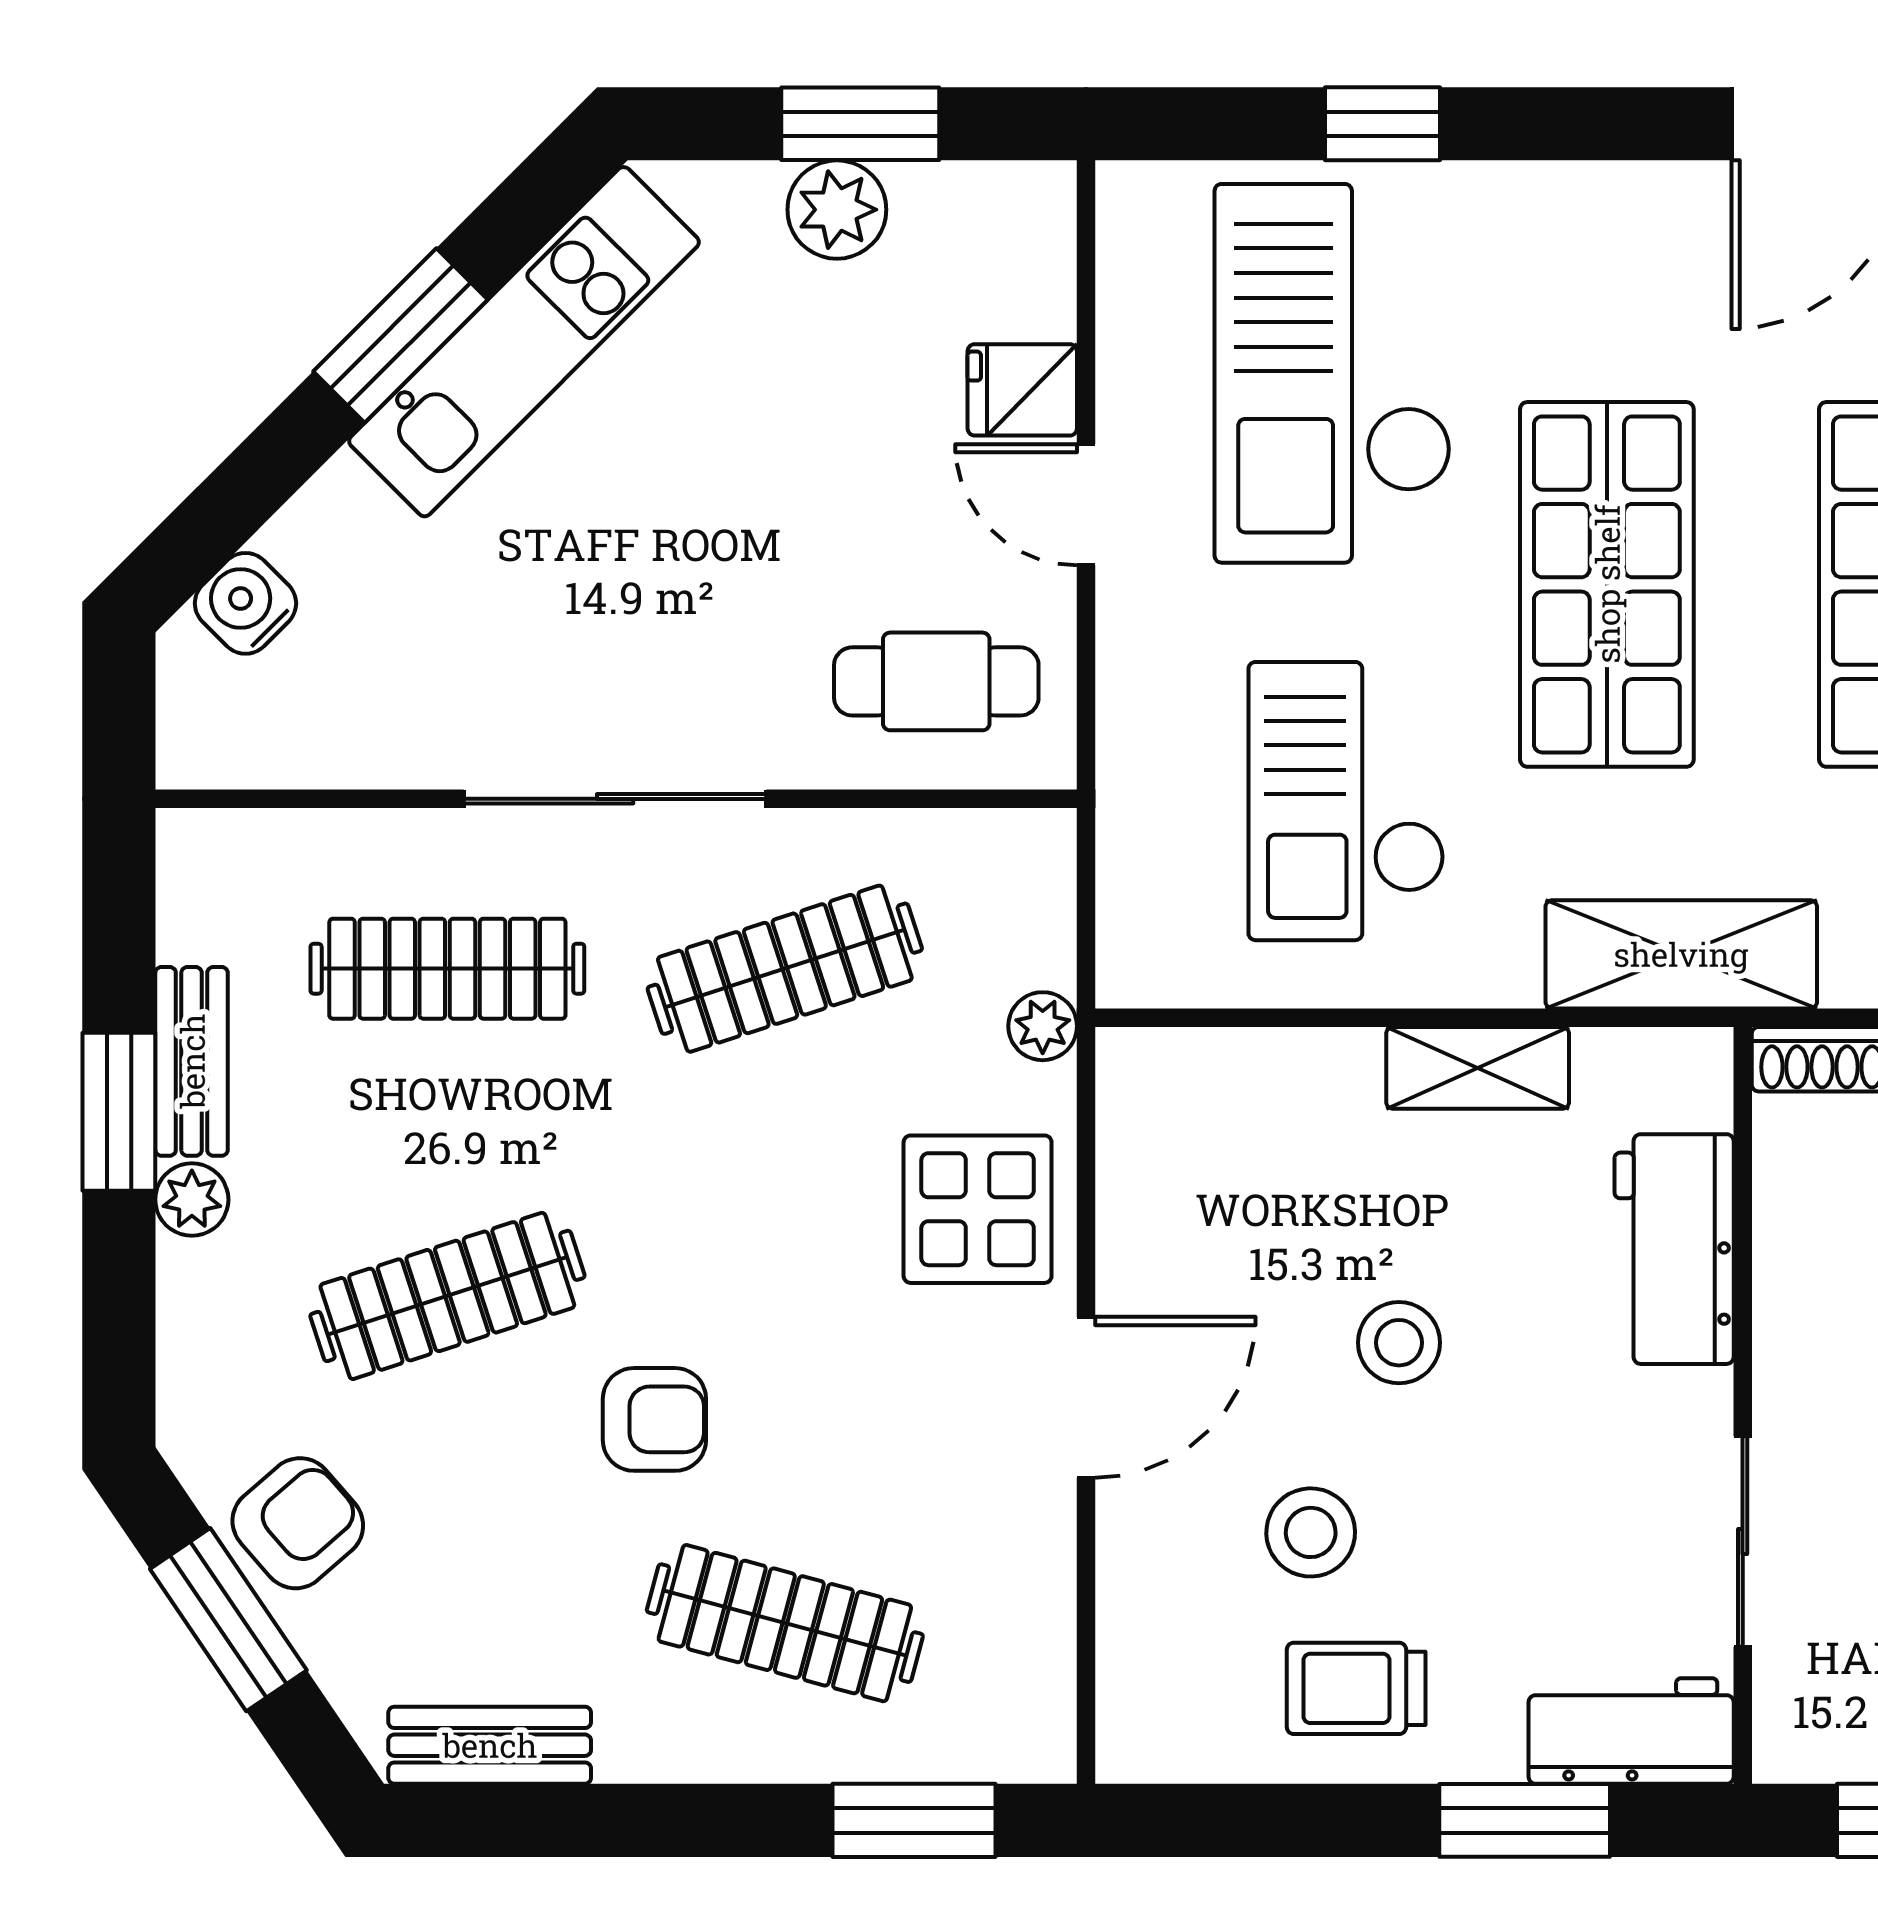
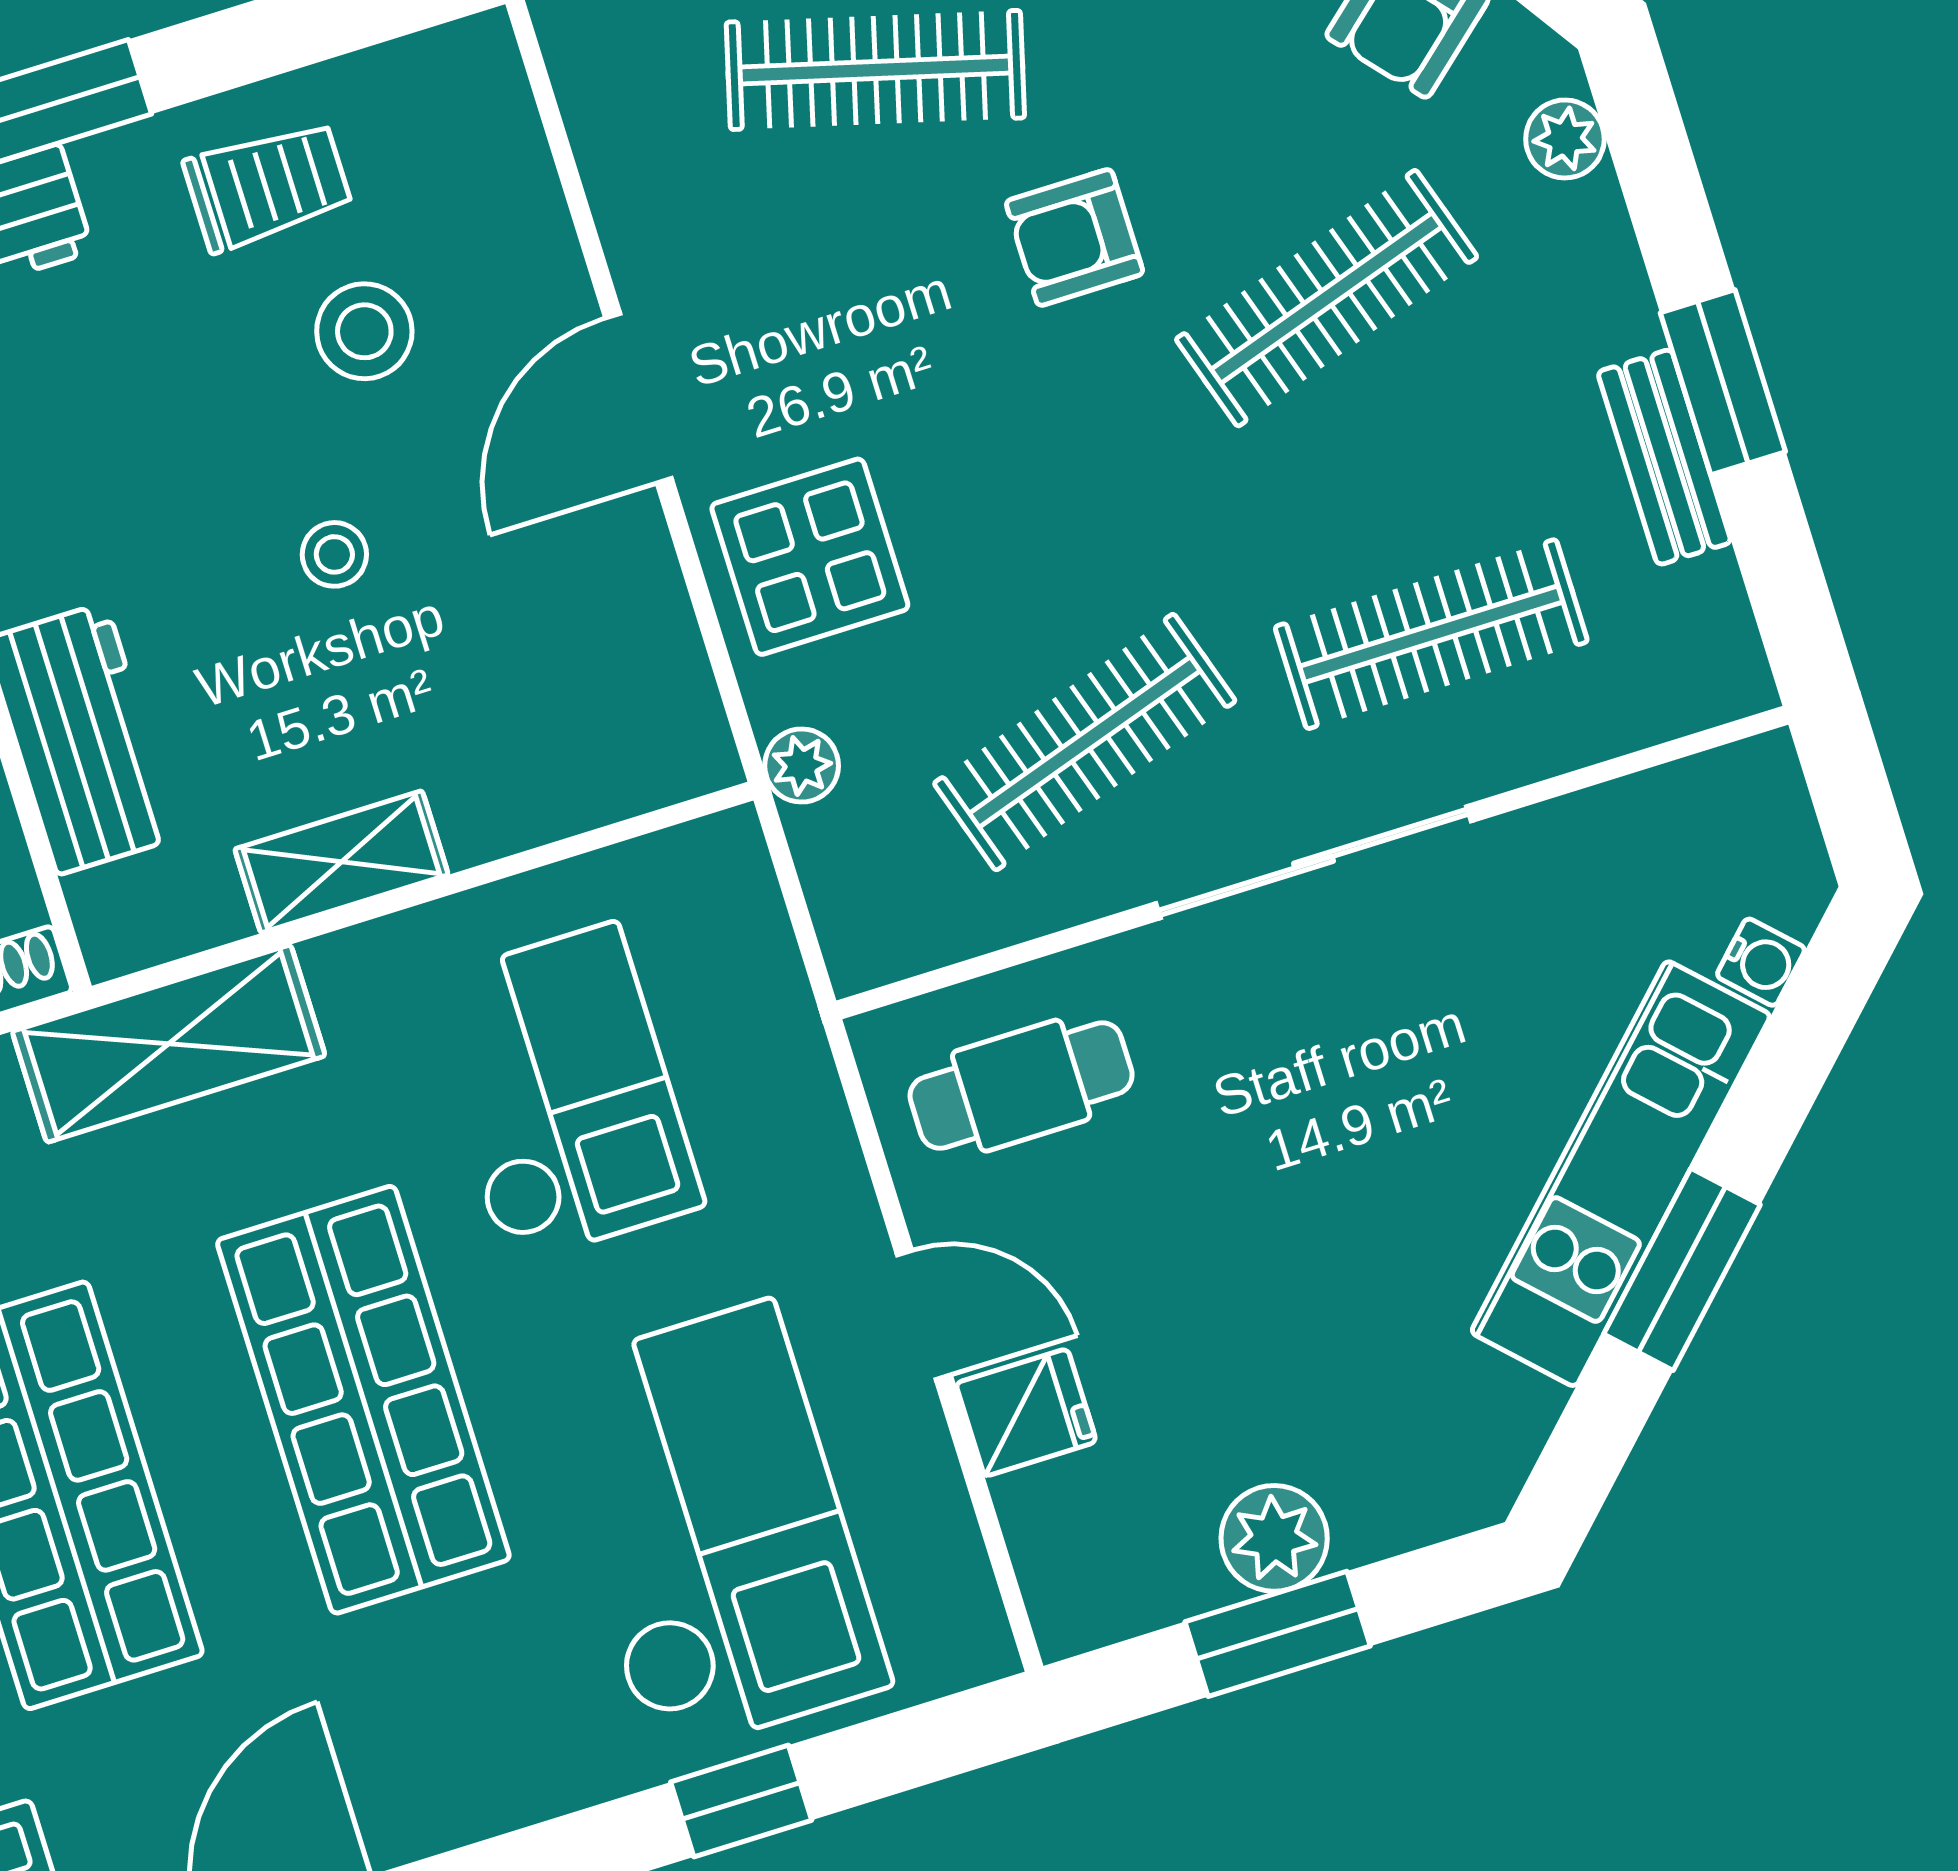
kitchen unit: (524, 342) -> (1621, 1174), moved
water cooler: (245, 603) -> (1761, 962), width x0.72, depth x0.72
plant: (192, 1200) -> (1565, 139), moved
stool: (1399, 1343) -> (334, 554), width x0.73, depth x0.73

